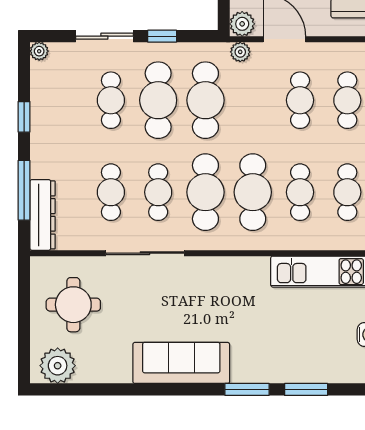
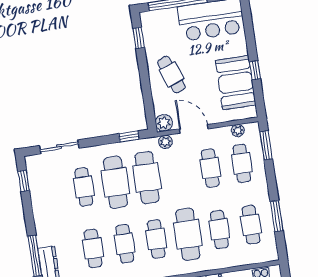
sliding door: (104, 36) -> (59, 147), moved
window: (162, 36) -> (129, 136), moved
plant: (39, 51) -> (238, 130), moved
window: (24, 117) -> (24, 181), moved
cafe table: (205, 192) -> (156, 239), width x0.73, depth x0.74

